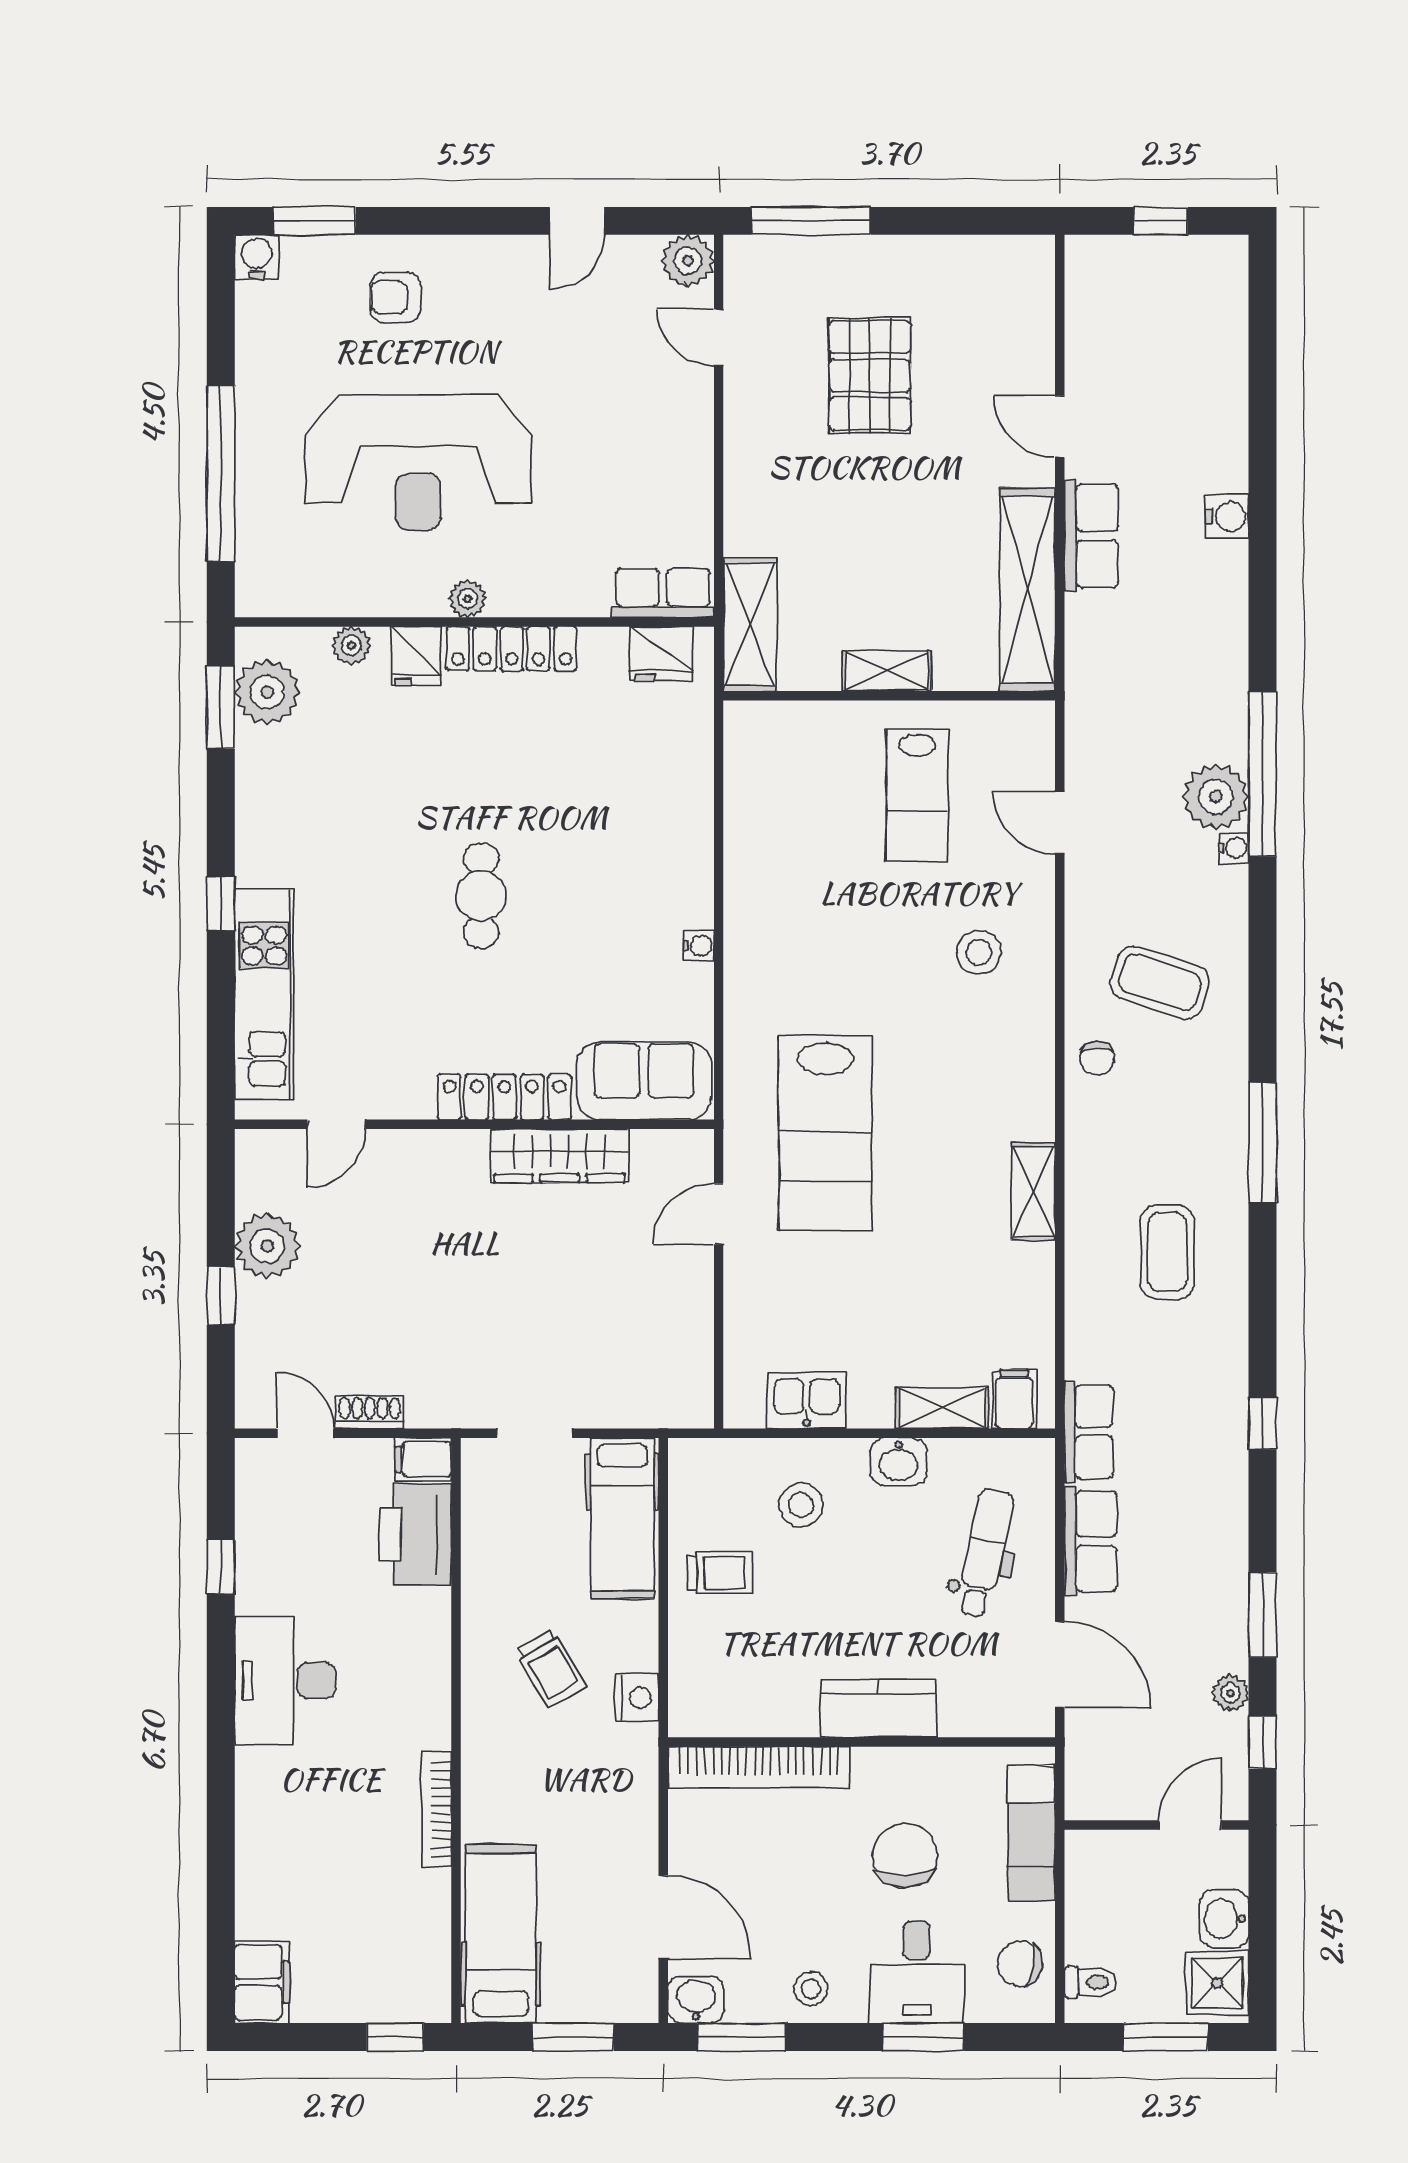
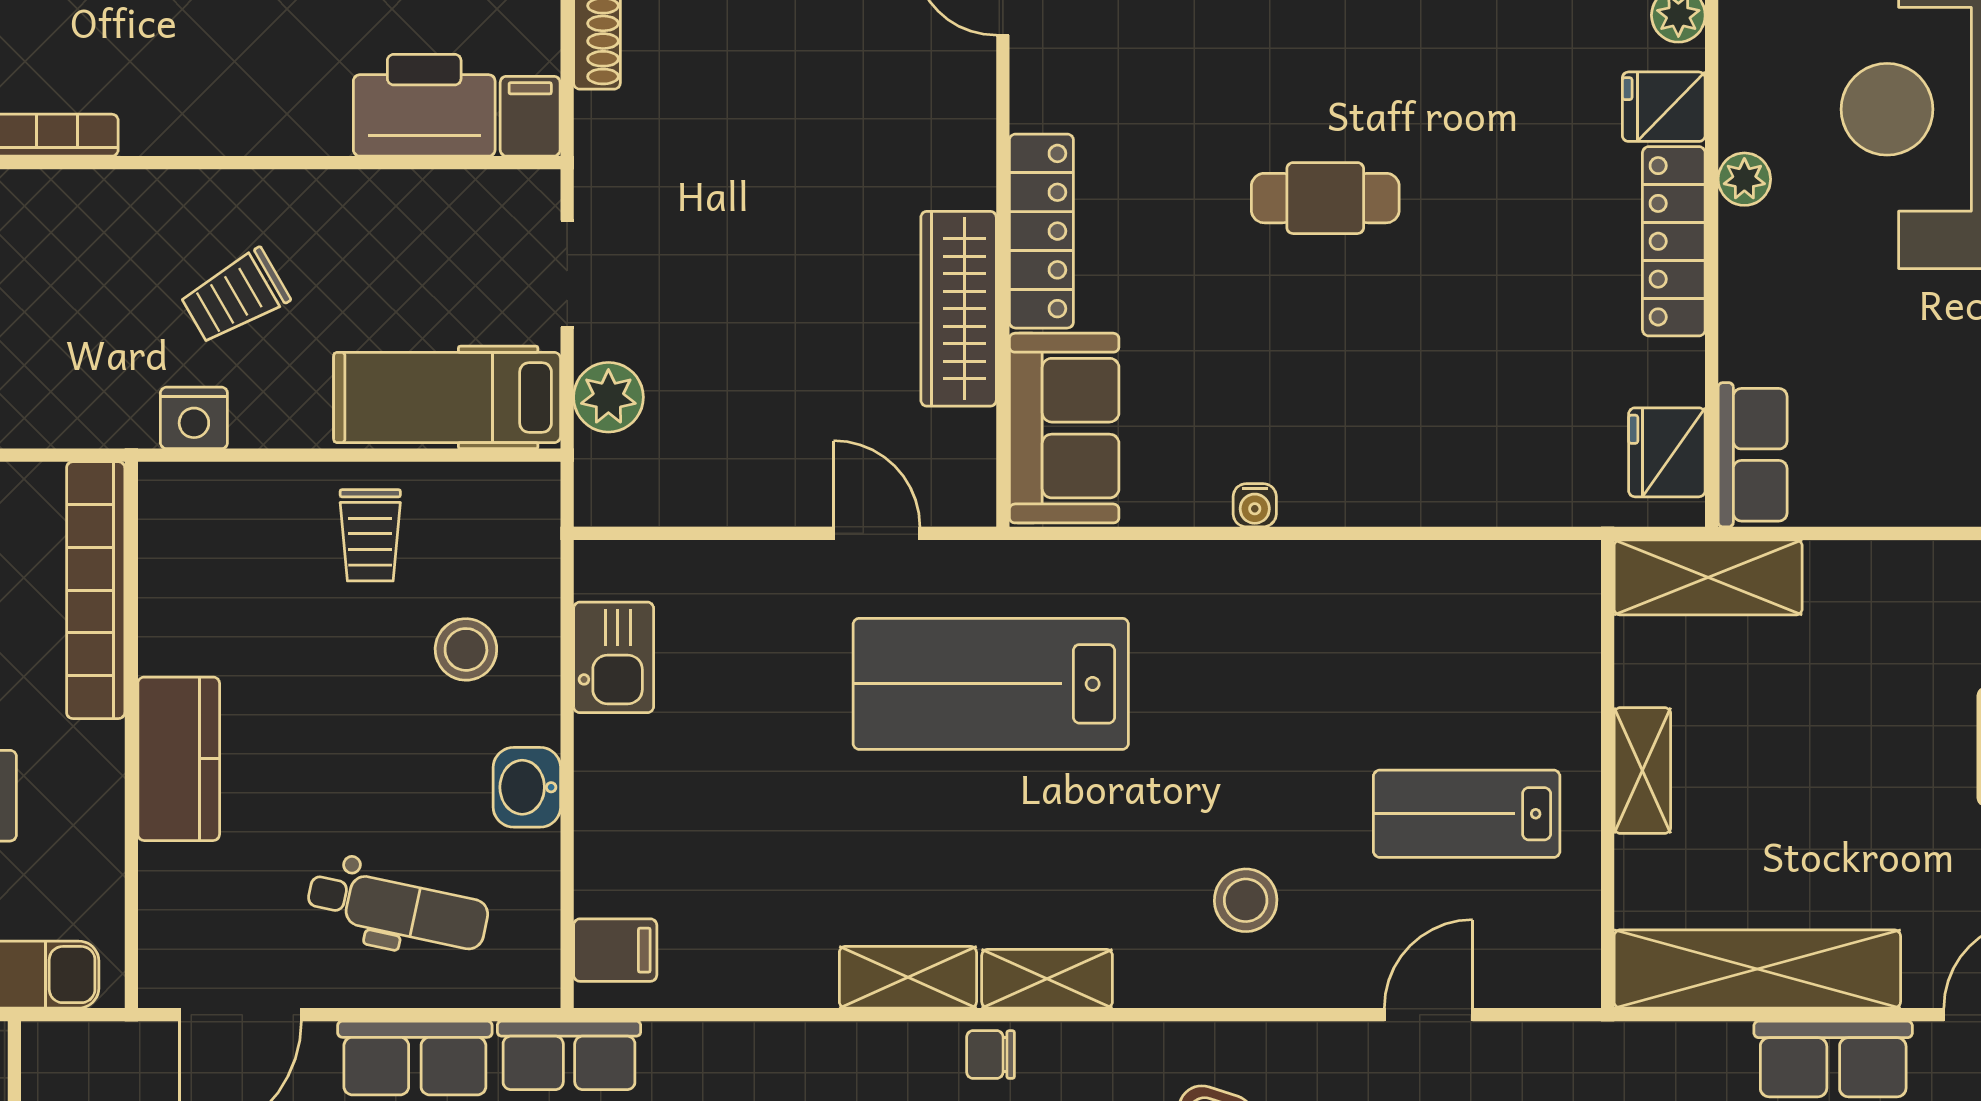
chair: (1097, 1059) -> (991, 1055), moved
plant: (622, 1404) -> (608, 397), added
shelving: (942, 1408) -> (1047, 979), moved, turned 90

